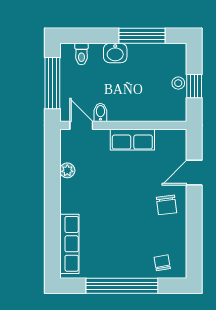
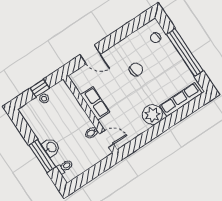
window: (142, 36) -> (42, 156), moved
window: (52, 83) -> (93, 172), removed
door: (81, 125) -> (107, 139), swing flipped
plant: (67, 170) -> (152, 115), moved, width x1.88, depth x1.88
chair: (166, 205) -> (136, 69), moved

